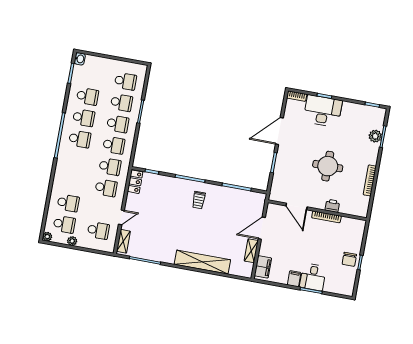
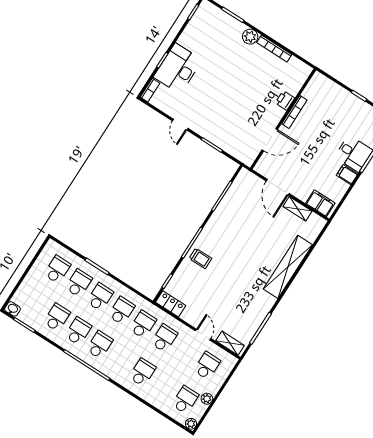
door: (279, 131) -> (180, 125), width x0.53
plant: (375, 136) -> (250, 37), moved
round table: (328, 166) -> (240, 88), removed
trolley: (199, 200) -> (200, 258), moved
school desk: (68, 203) -> (142, 372), moved
chair: (349, 259) -> (351, 106), removed

